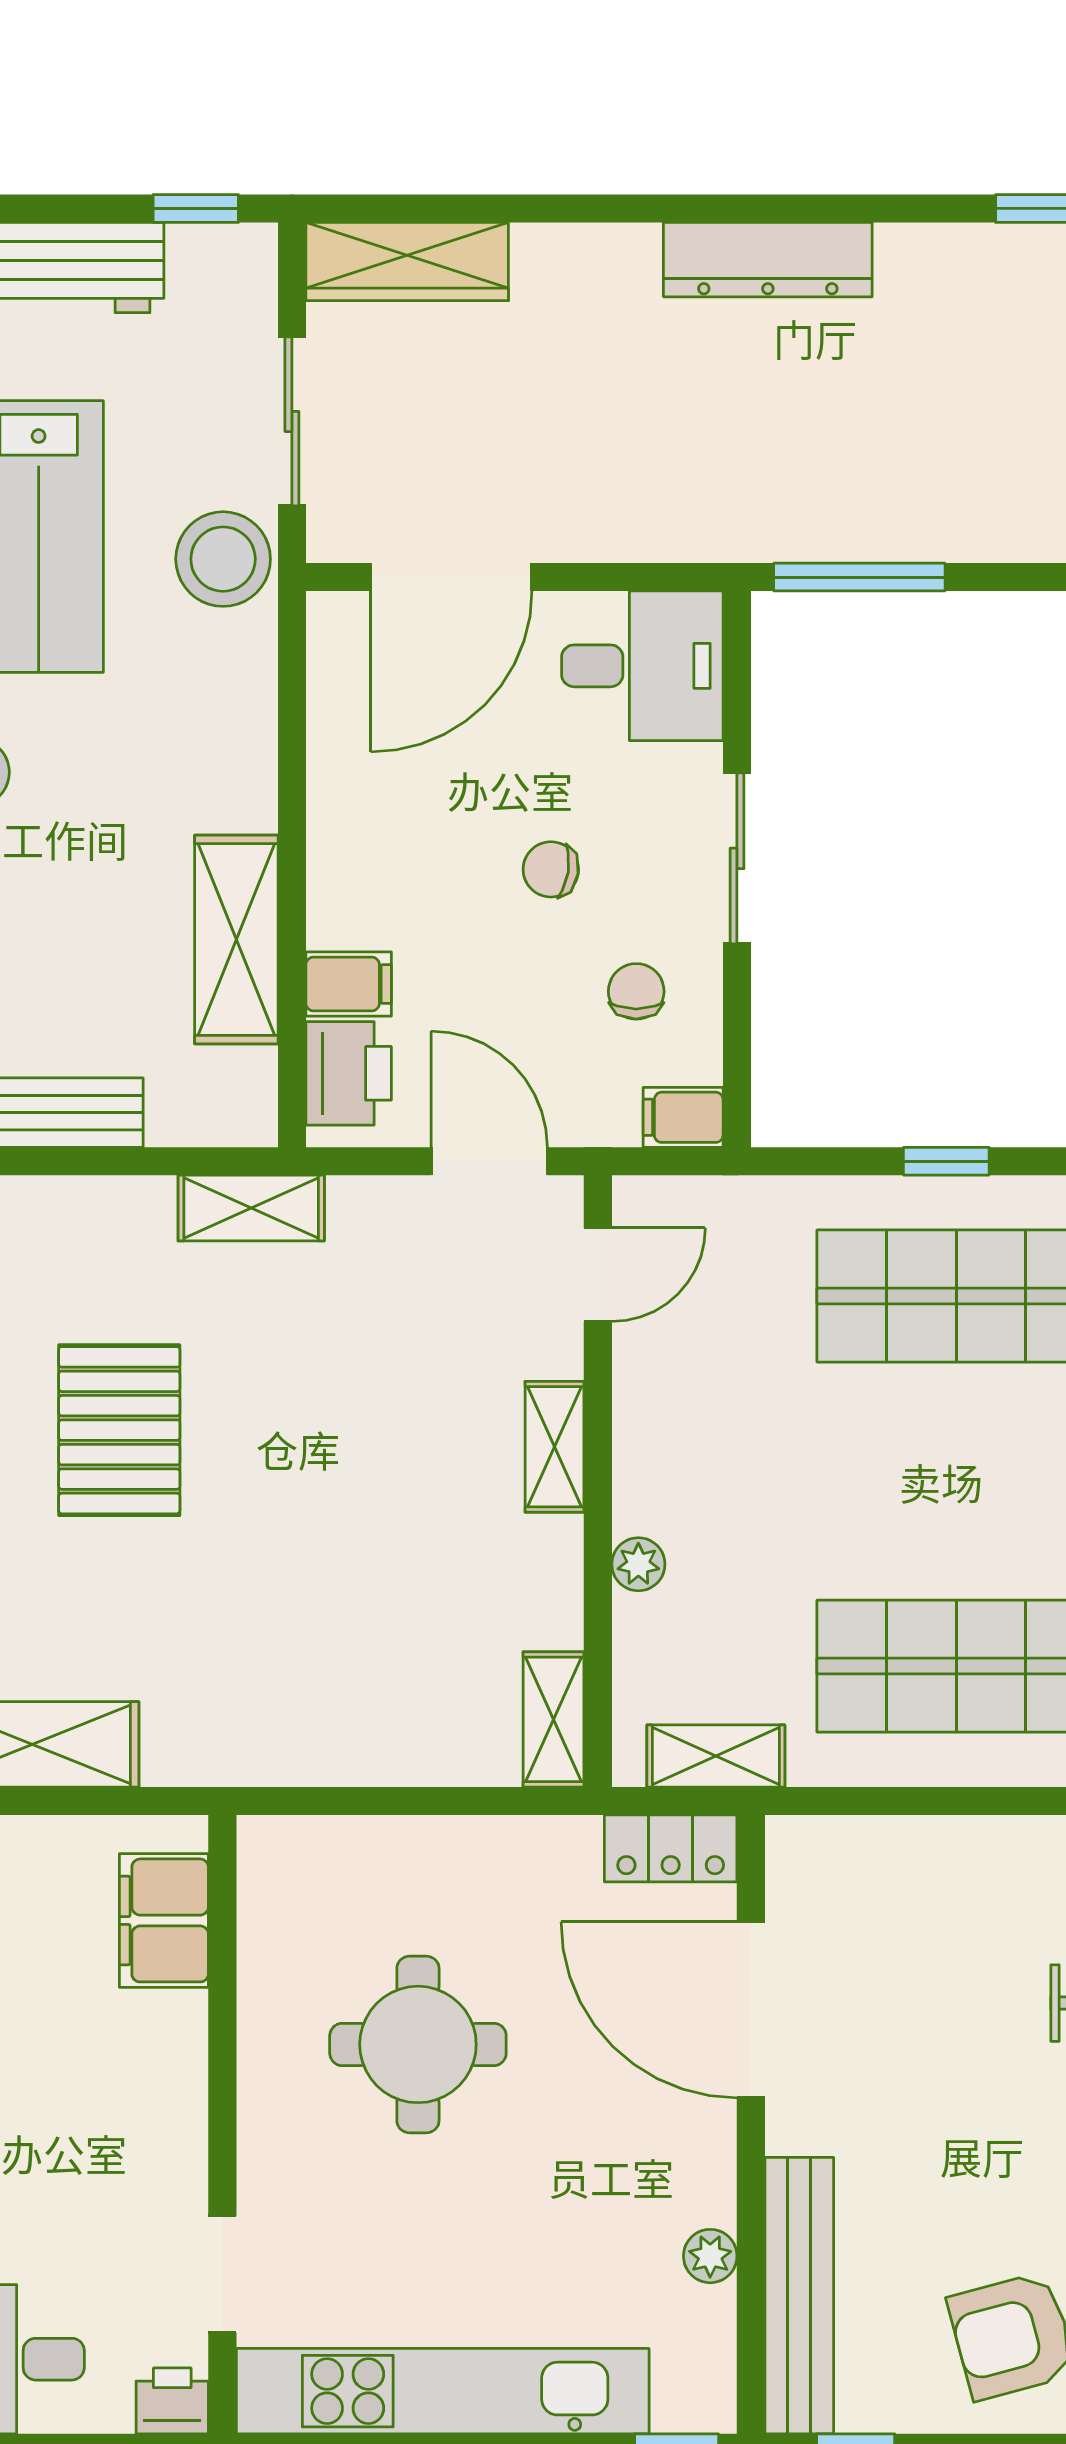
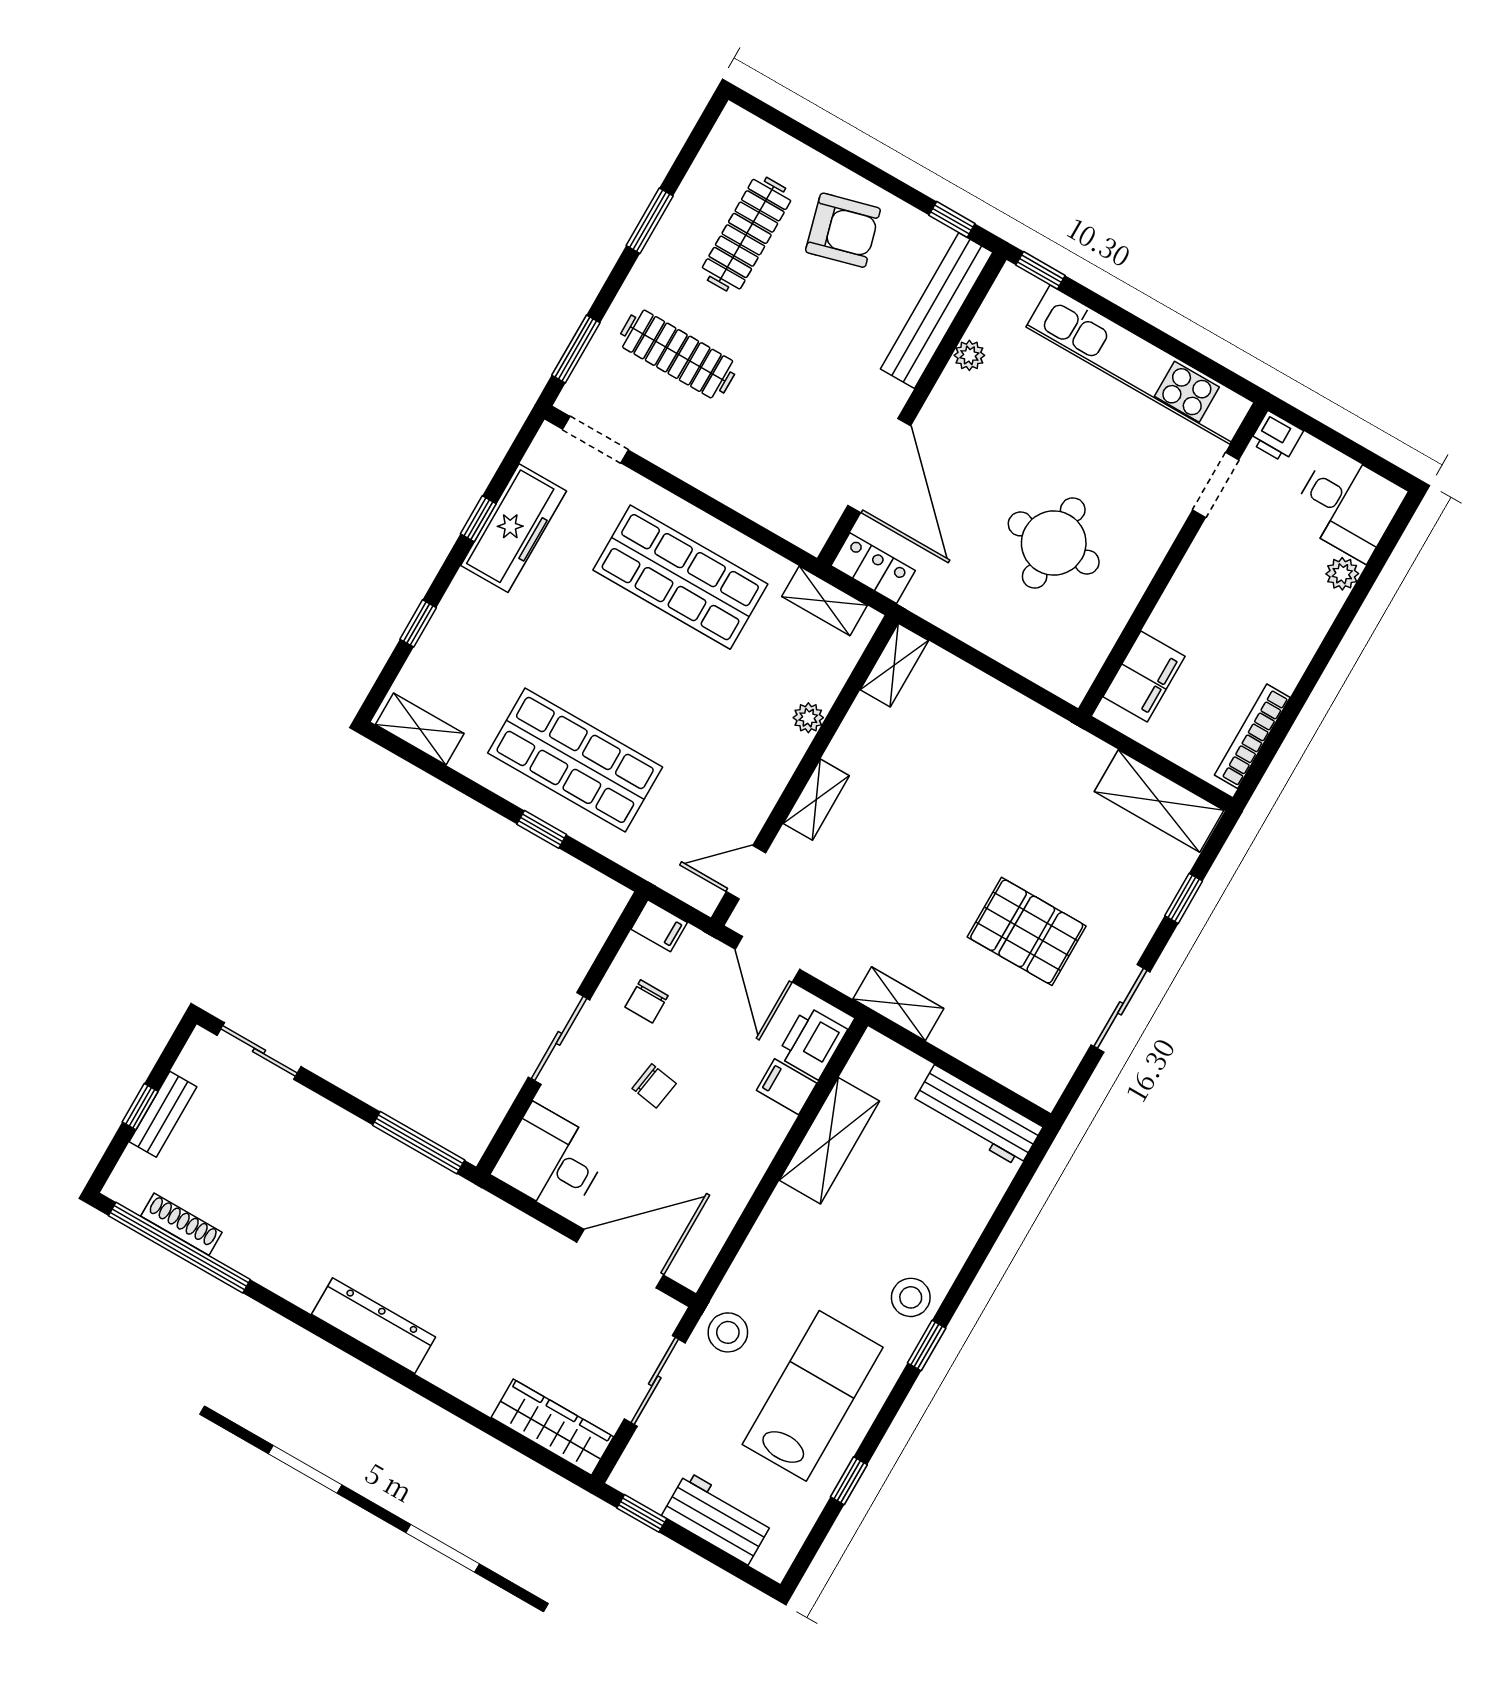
stool: (223, 559) -> (728, 1332), width x0.73, depth x0.73
pallet: (119, 1430) -> (1027, 931), turned 90

